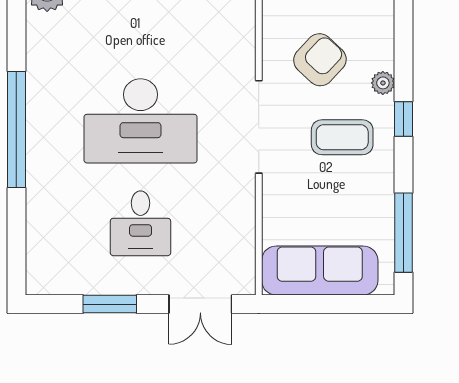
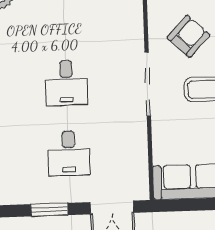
desk: (141, 121) -> (66, 83), width x0.53, depth x0.77

